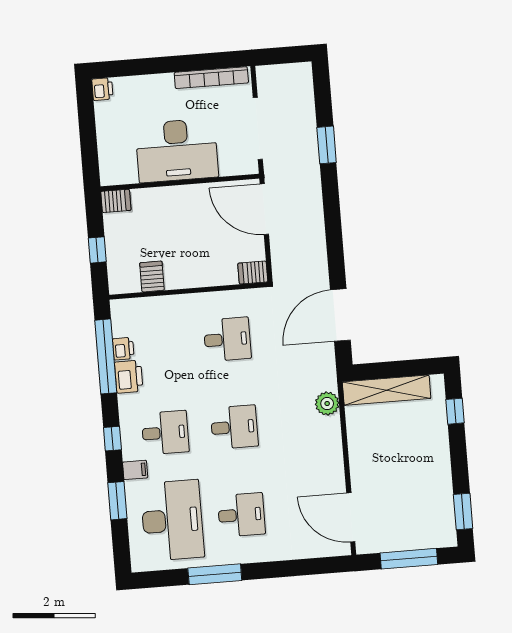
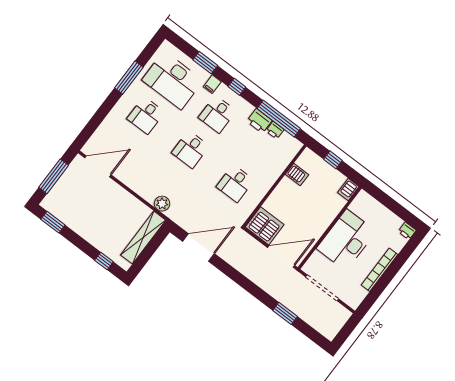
bookcase: (211, 78) -> (380, 270), moved
server rack: (253, 273) -> (265, 226), width x2.18, depth x1.44
door: (340, 315) -> (199, 248), hinge flipped

